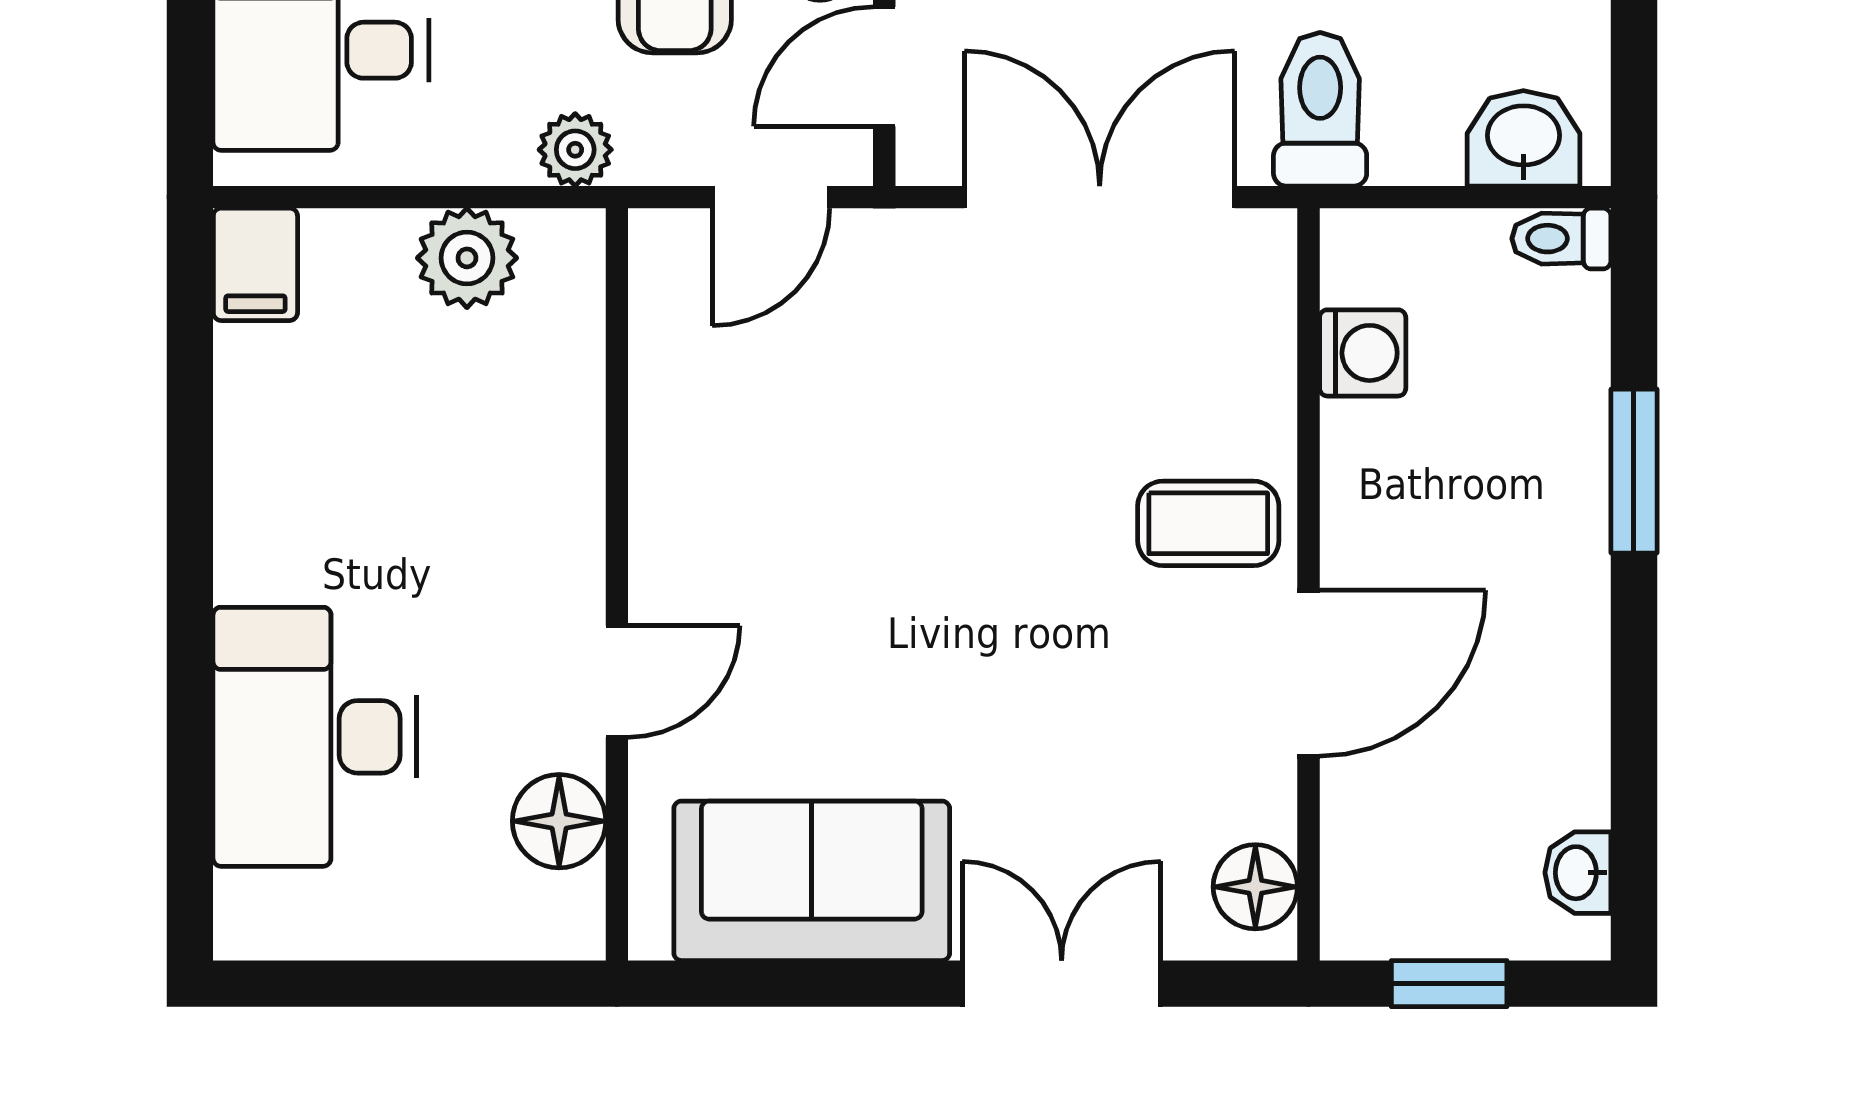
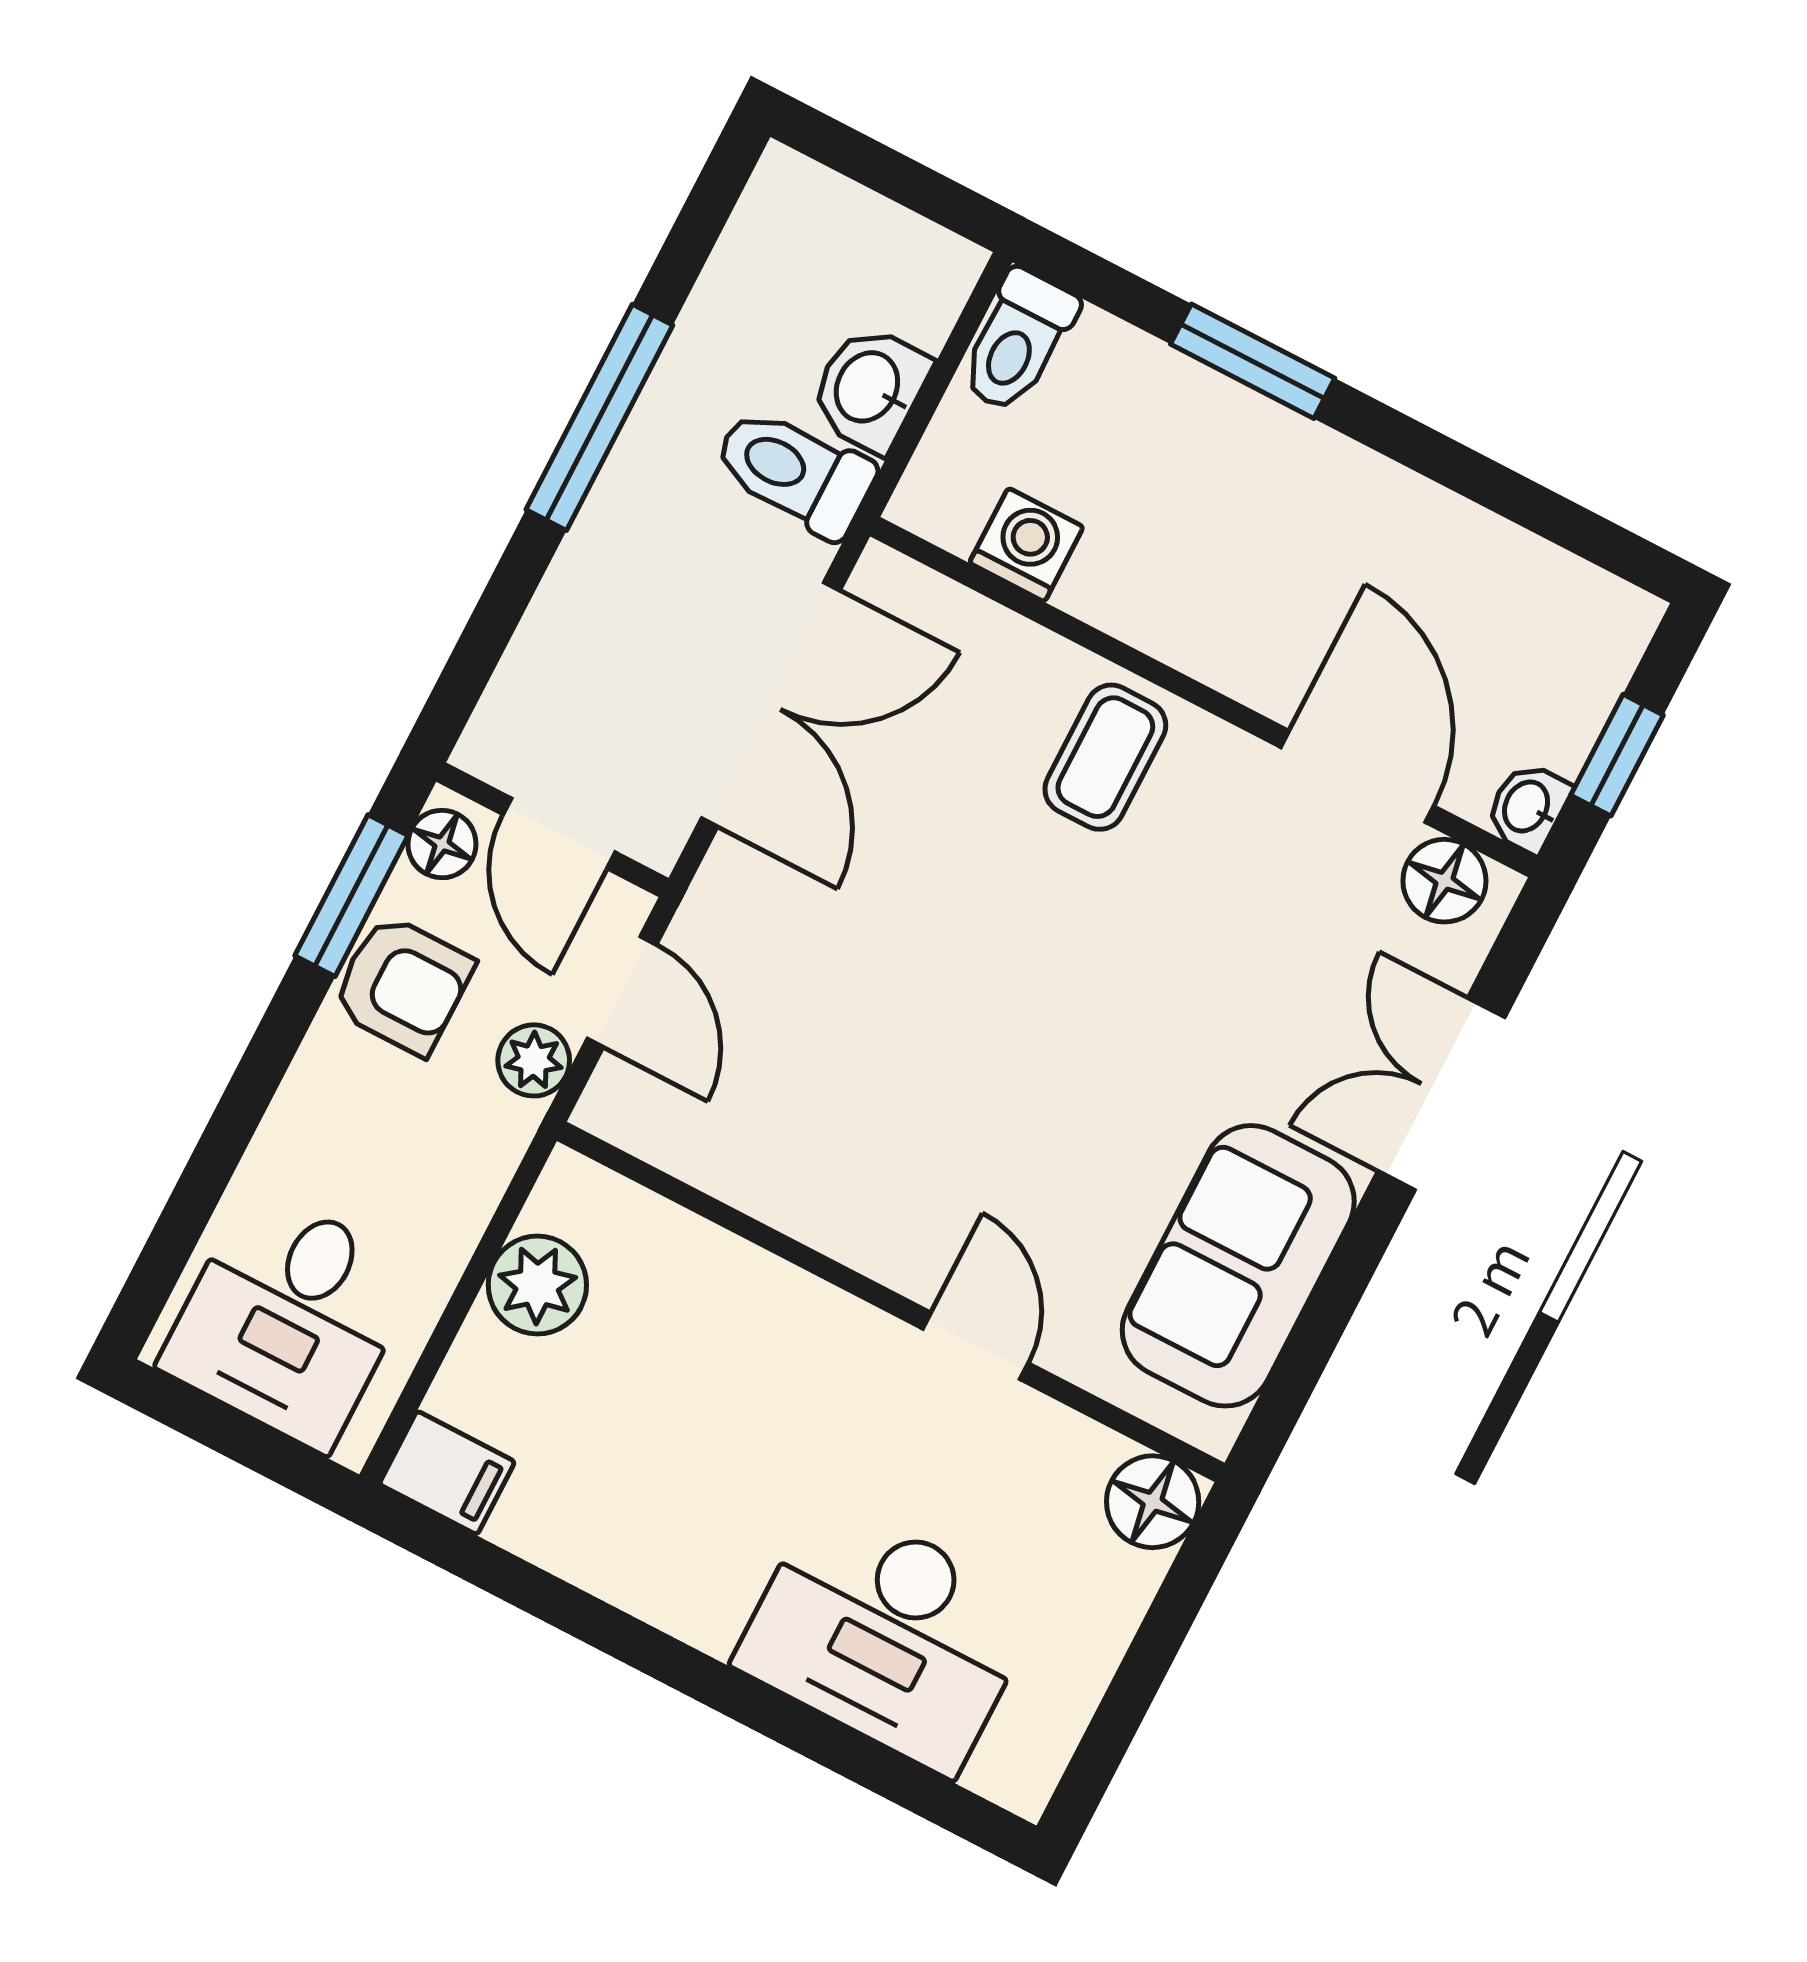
washbasin: (1523, 138) -> (869, 388), moved
plant: (575, 150) -> (534, 1060), moved
double door: (1100, 197) -> (771, 704), swing flipped
toilet: (1561, 239) -> (1018, 341), width x1.37, depth x1.39
door: (1308, 673) -> (1357, 777), moved
floor lamp: (559, 821) -> (1153, 1502), moved
washbasin: (1578, 873) -> (1528, 807), moved, turned 90

